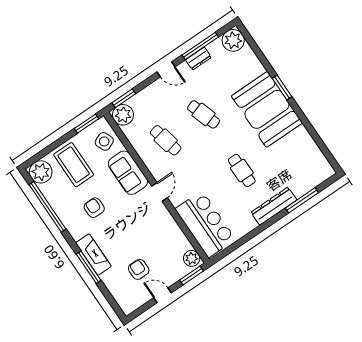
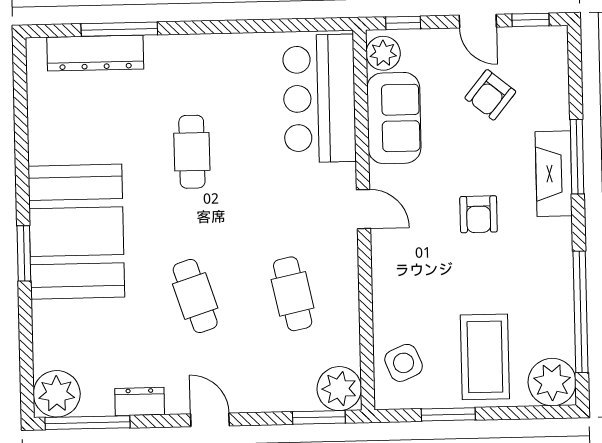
window: (200, 46) -> (87, 423), moved
window: (86, 124) -> (448, 414), moved
sofa: (128, 173) -> (394, 118), moved
door: (159, 192) -> (363, 209), swing flipped
dresser: (274, 206) -> (95, 53), moved
armchair: (94, 208) -> (479, 214), moved
armchair: (139, 269) -> (490, 95), turned 39
window: (192, 276) -> (403, 23), width x0.67
window: (142, 309) -> (530, 20), added

